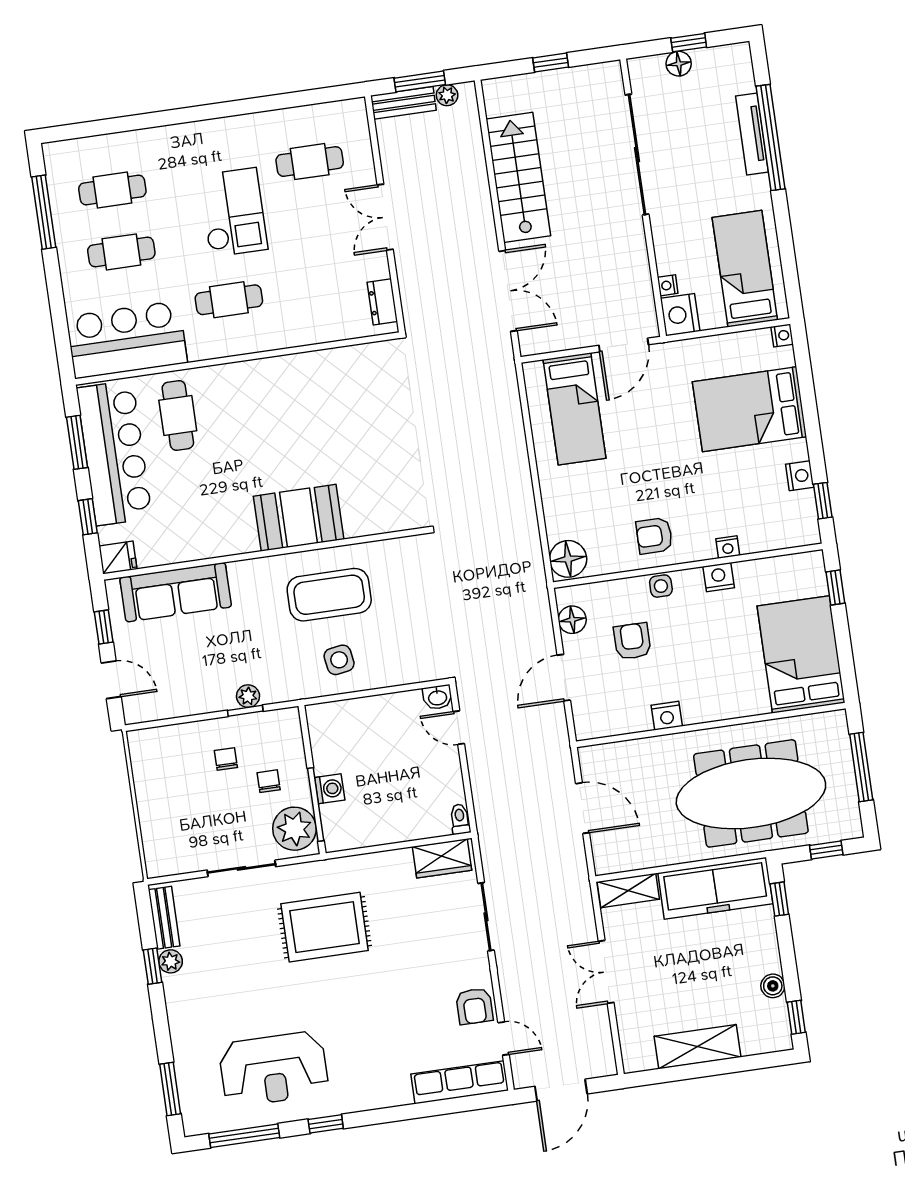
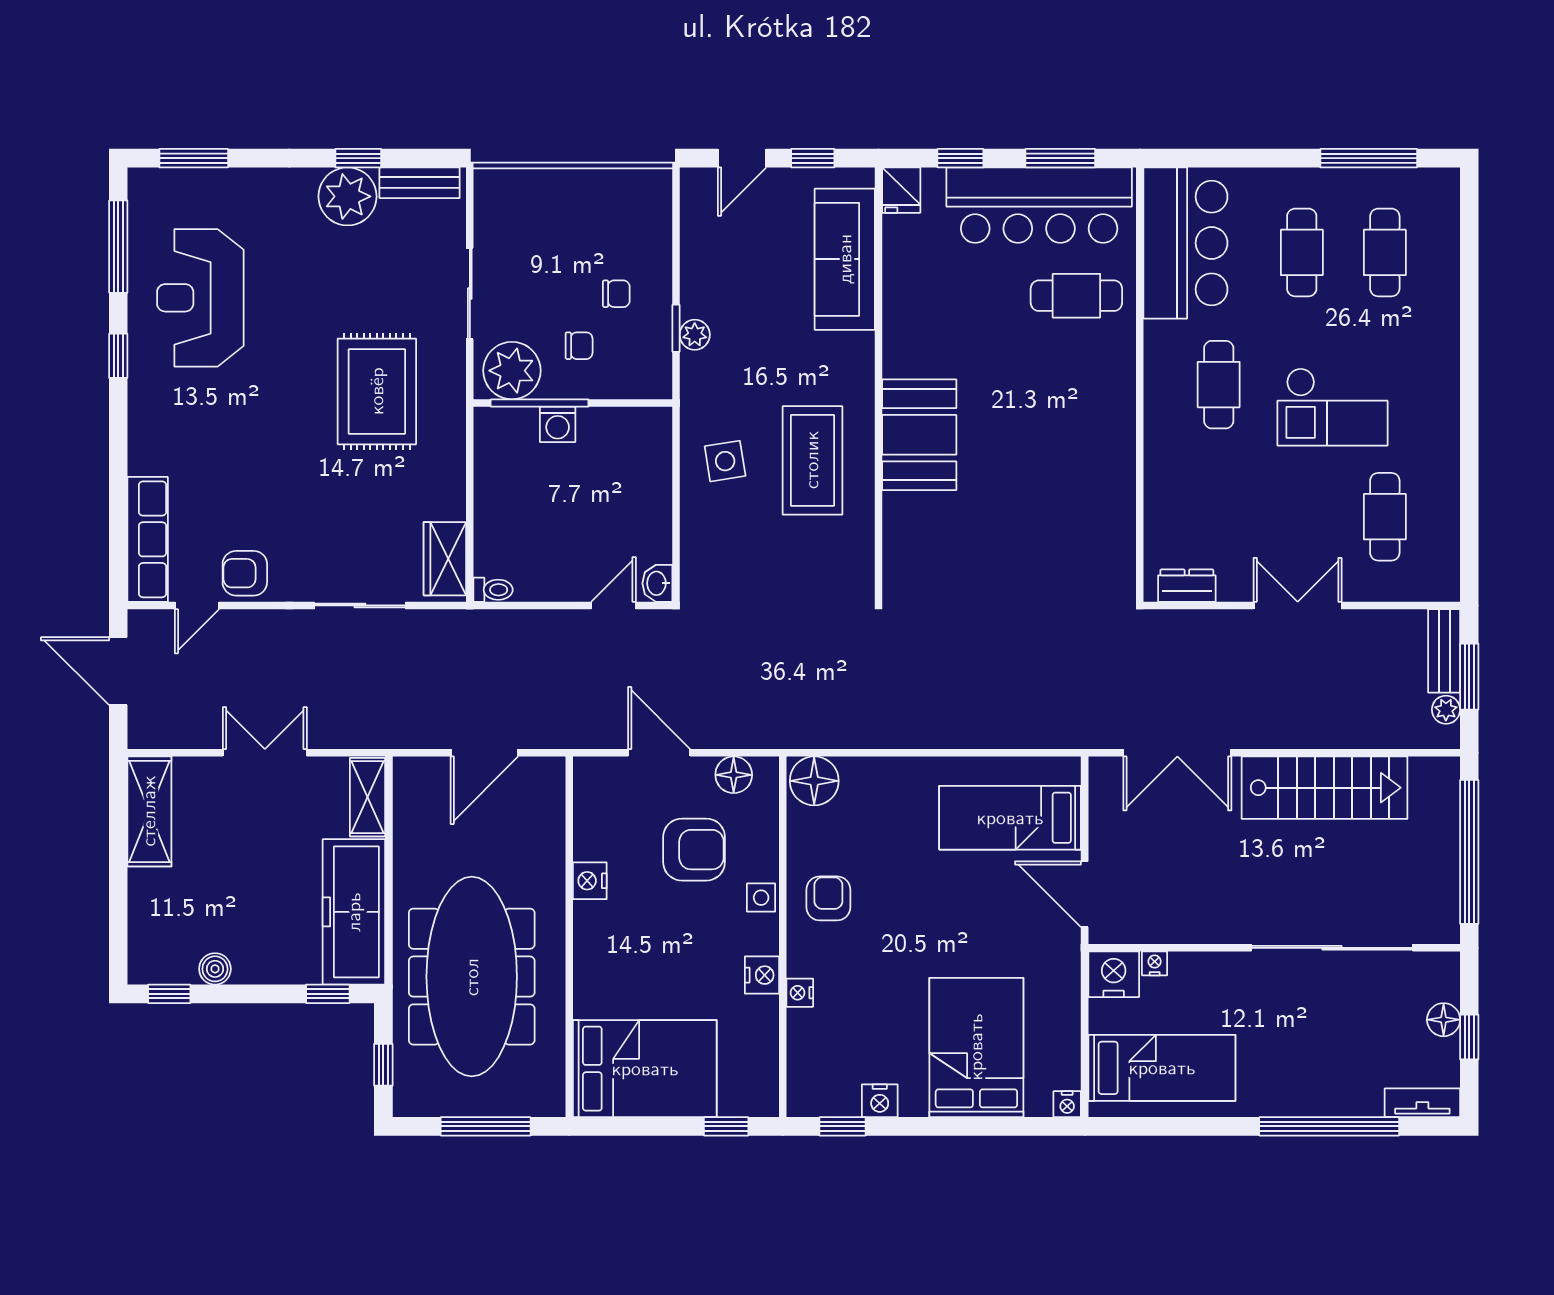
window: (551, 62) -> (1469, 852), width x3.17
tv unit: (752, 134) -> (1422, 1103), moved, width x0.71
armchair: (632, 641) -> (694, 850), width x1.38, depth x1.38
plant: (171, 961) -> (347, 196), width x1.87, depth x1.87
shelving: (698, 1047) -> (149, 811), moved

